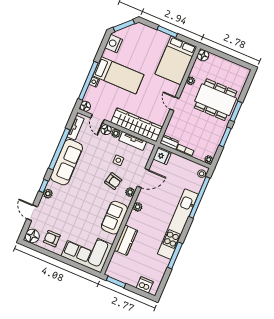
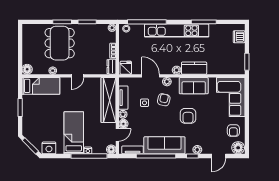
bed: (176, 60) -> (41, 86), width x0.67
armchair: (86, 199) -> (188, 116), added
kitchen counter: (126, 240) -> (194, 68), moved

